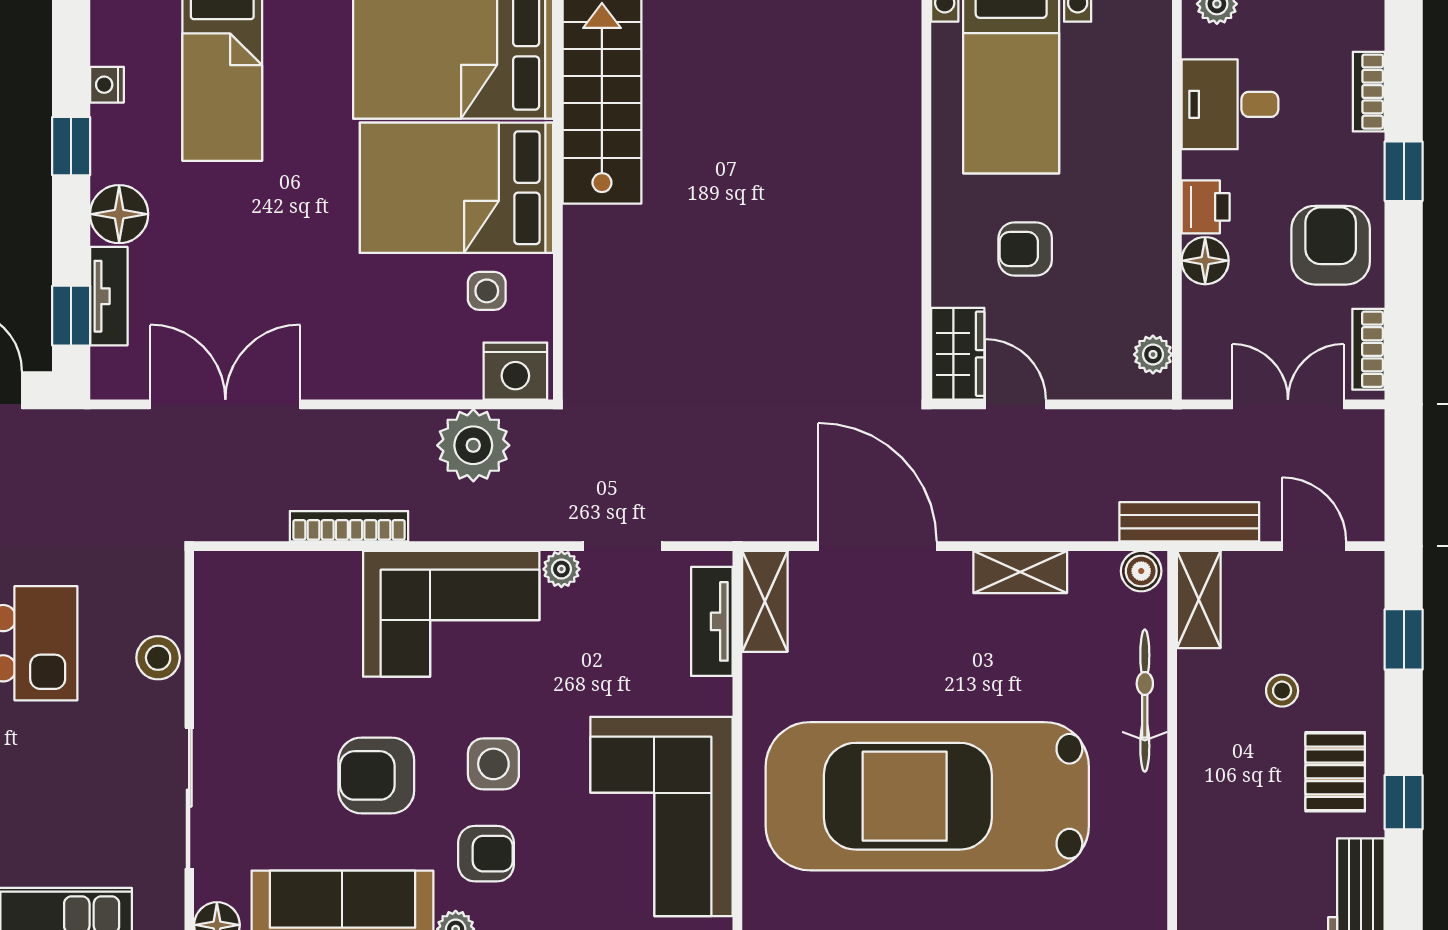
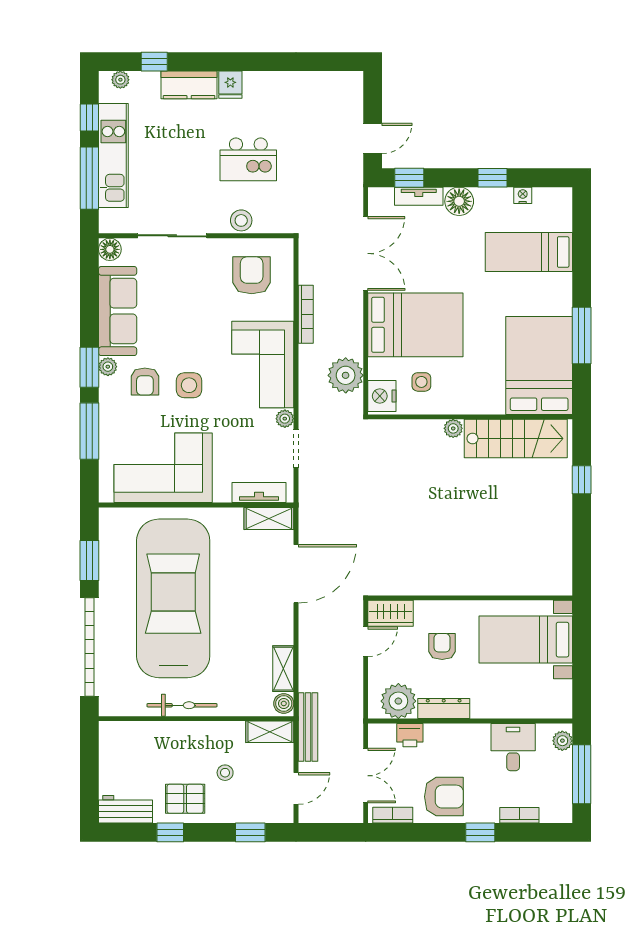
bed: (456, 188) -> (415, 325), moved, turned 90
printer: (1206, 207) -> (410, 735), moved
plant: (581, 226) -> (453, 428), added
dresser: (1151, 246) -> (444, 709), added
floor lamp: (1205, 261) -> (436, 735), removed
plant: (1153, 354) -> (398, 701), width x1.88, depth x1.88
shelving: (1020, 572) -> (283, 669), moved
bicycle: (1145, 701) -> (182, 705), moved
armchair: (376, 775) -> (252, 275), moved

